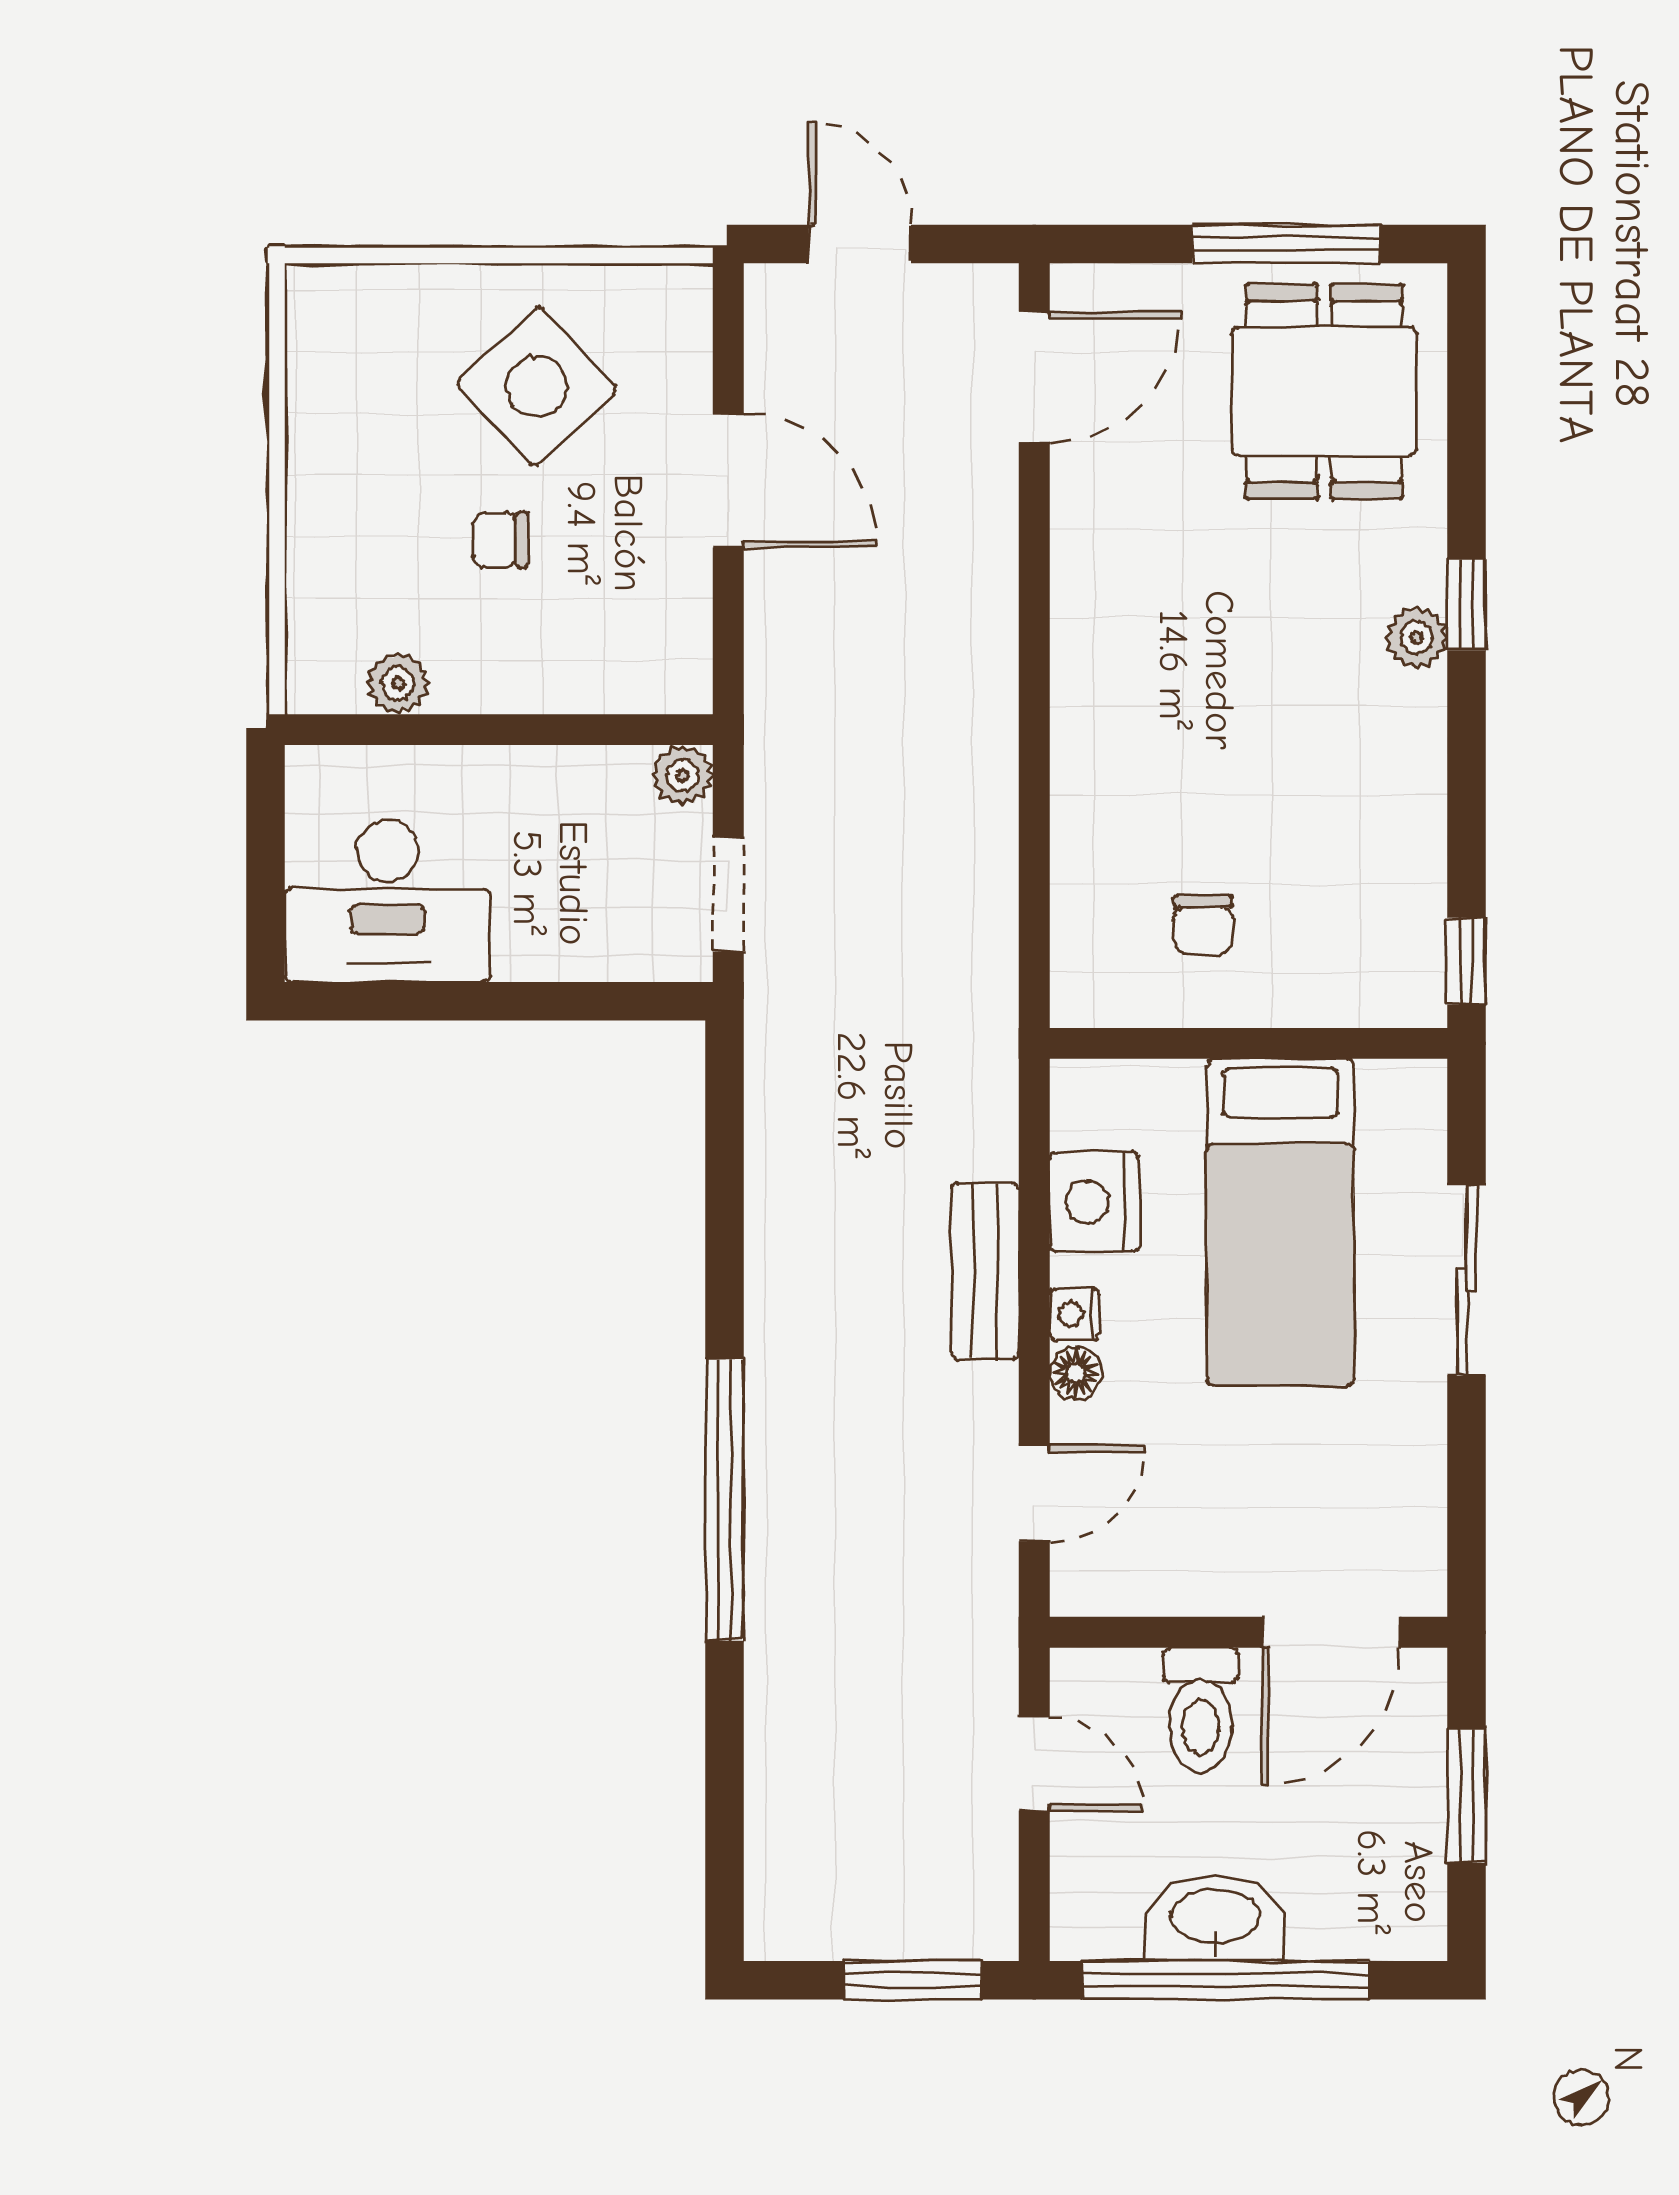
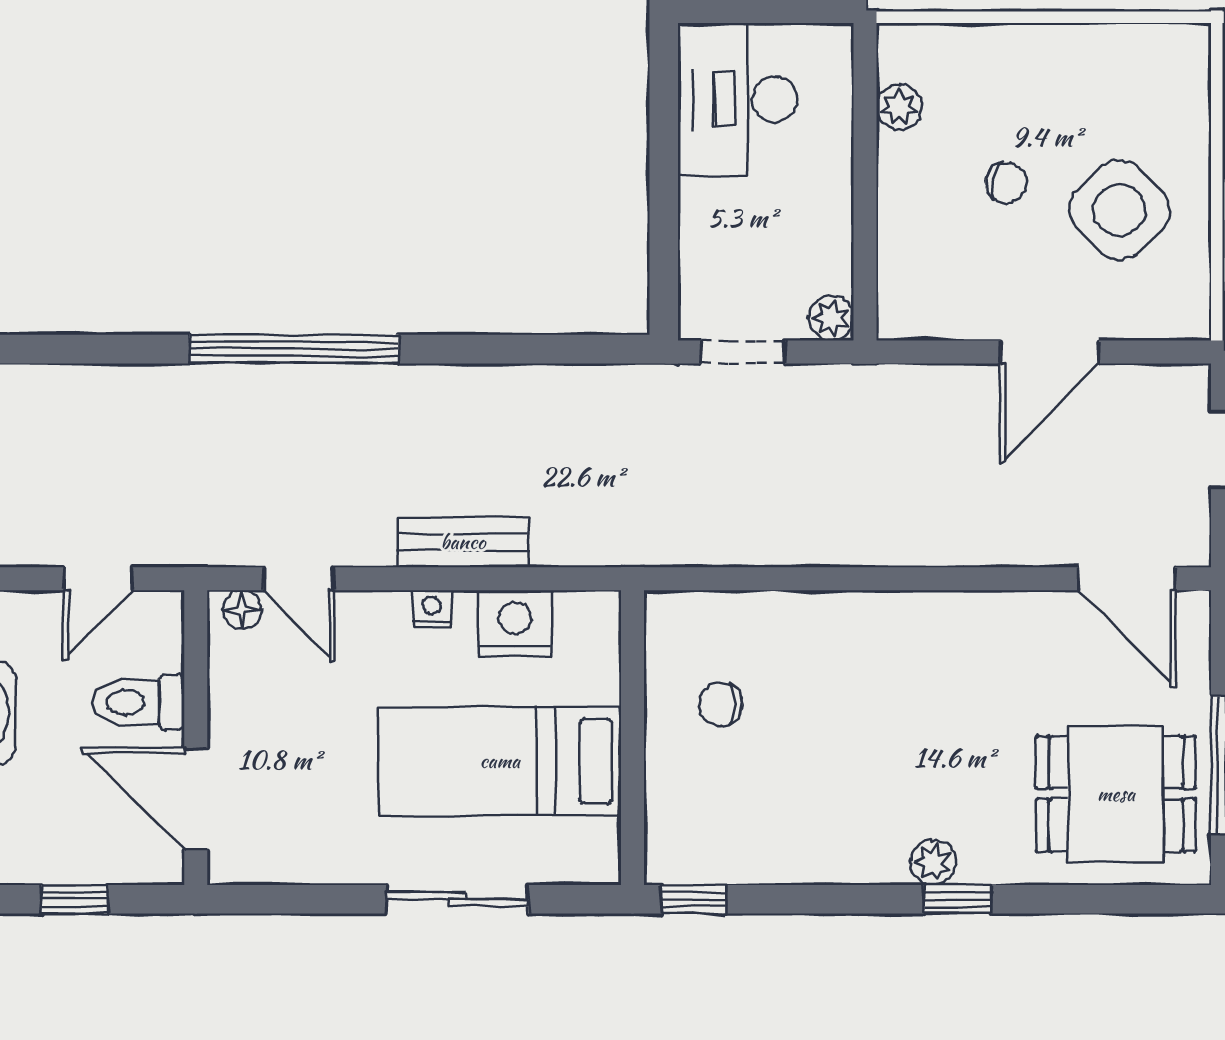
chair: (500, 540) -> (1006, 183), turned 103
floor lamp: (1076, 1373) -> (242, 610), moved
window: (1466, 1795) -> (75, 899), width x0.67

